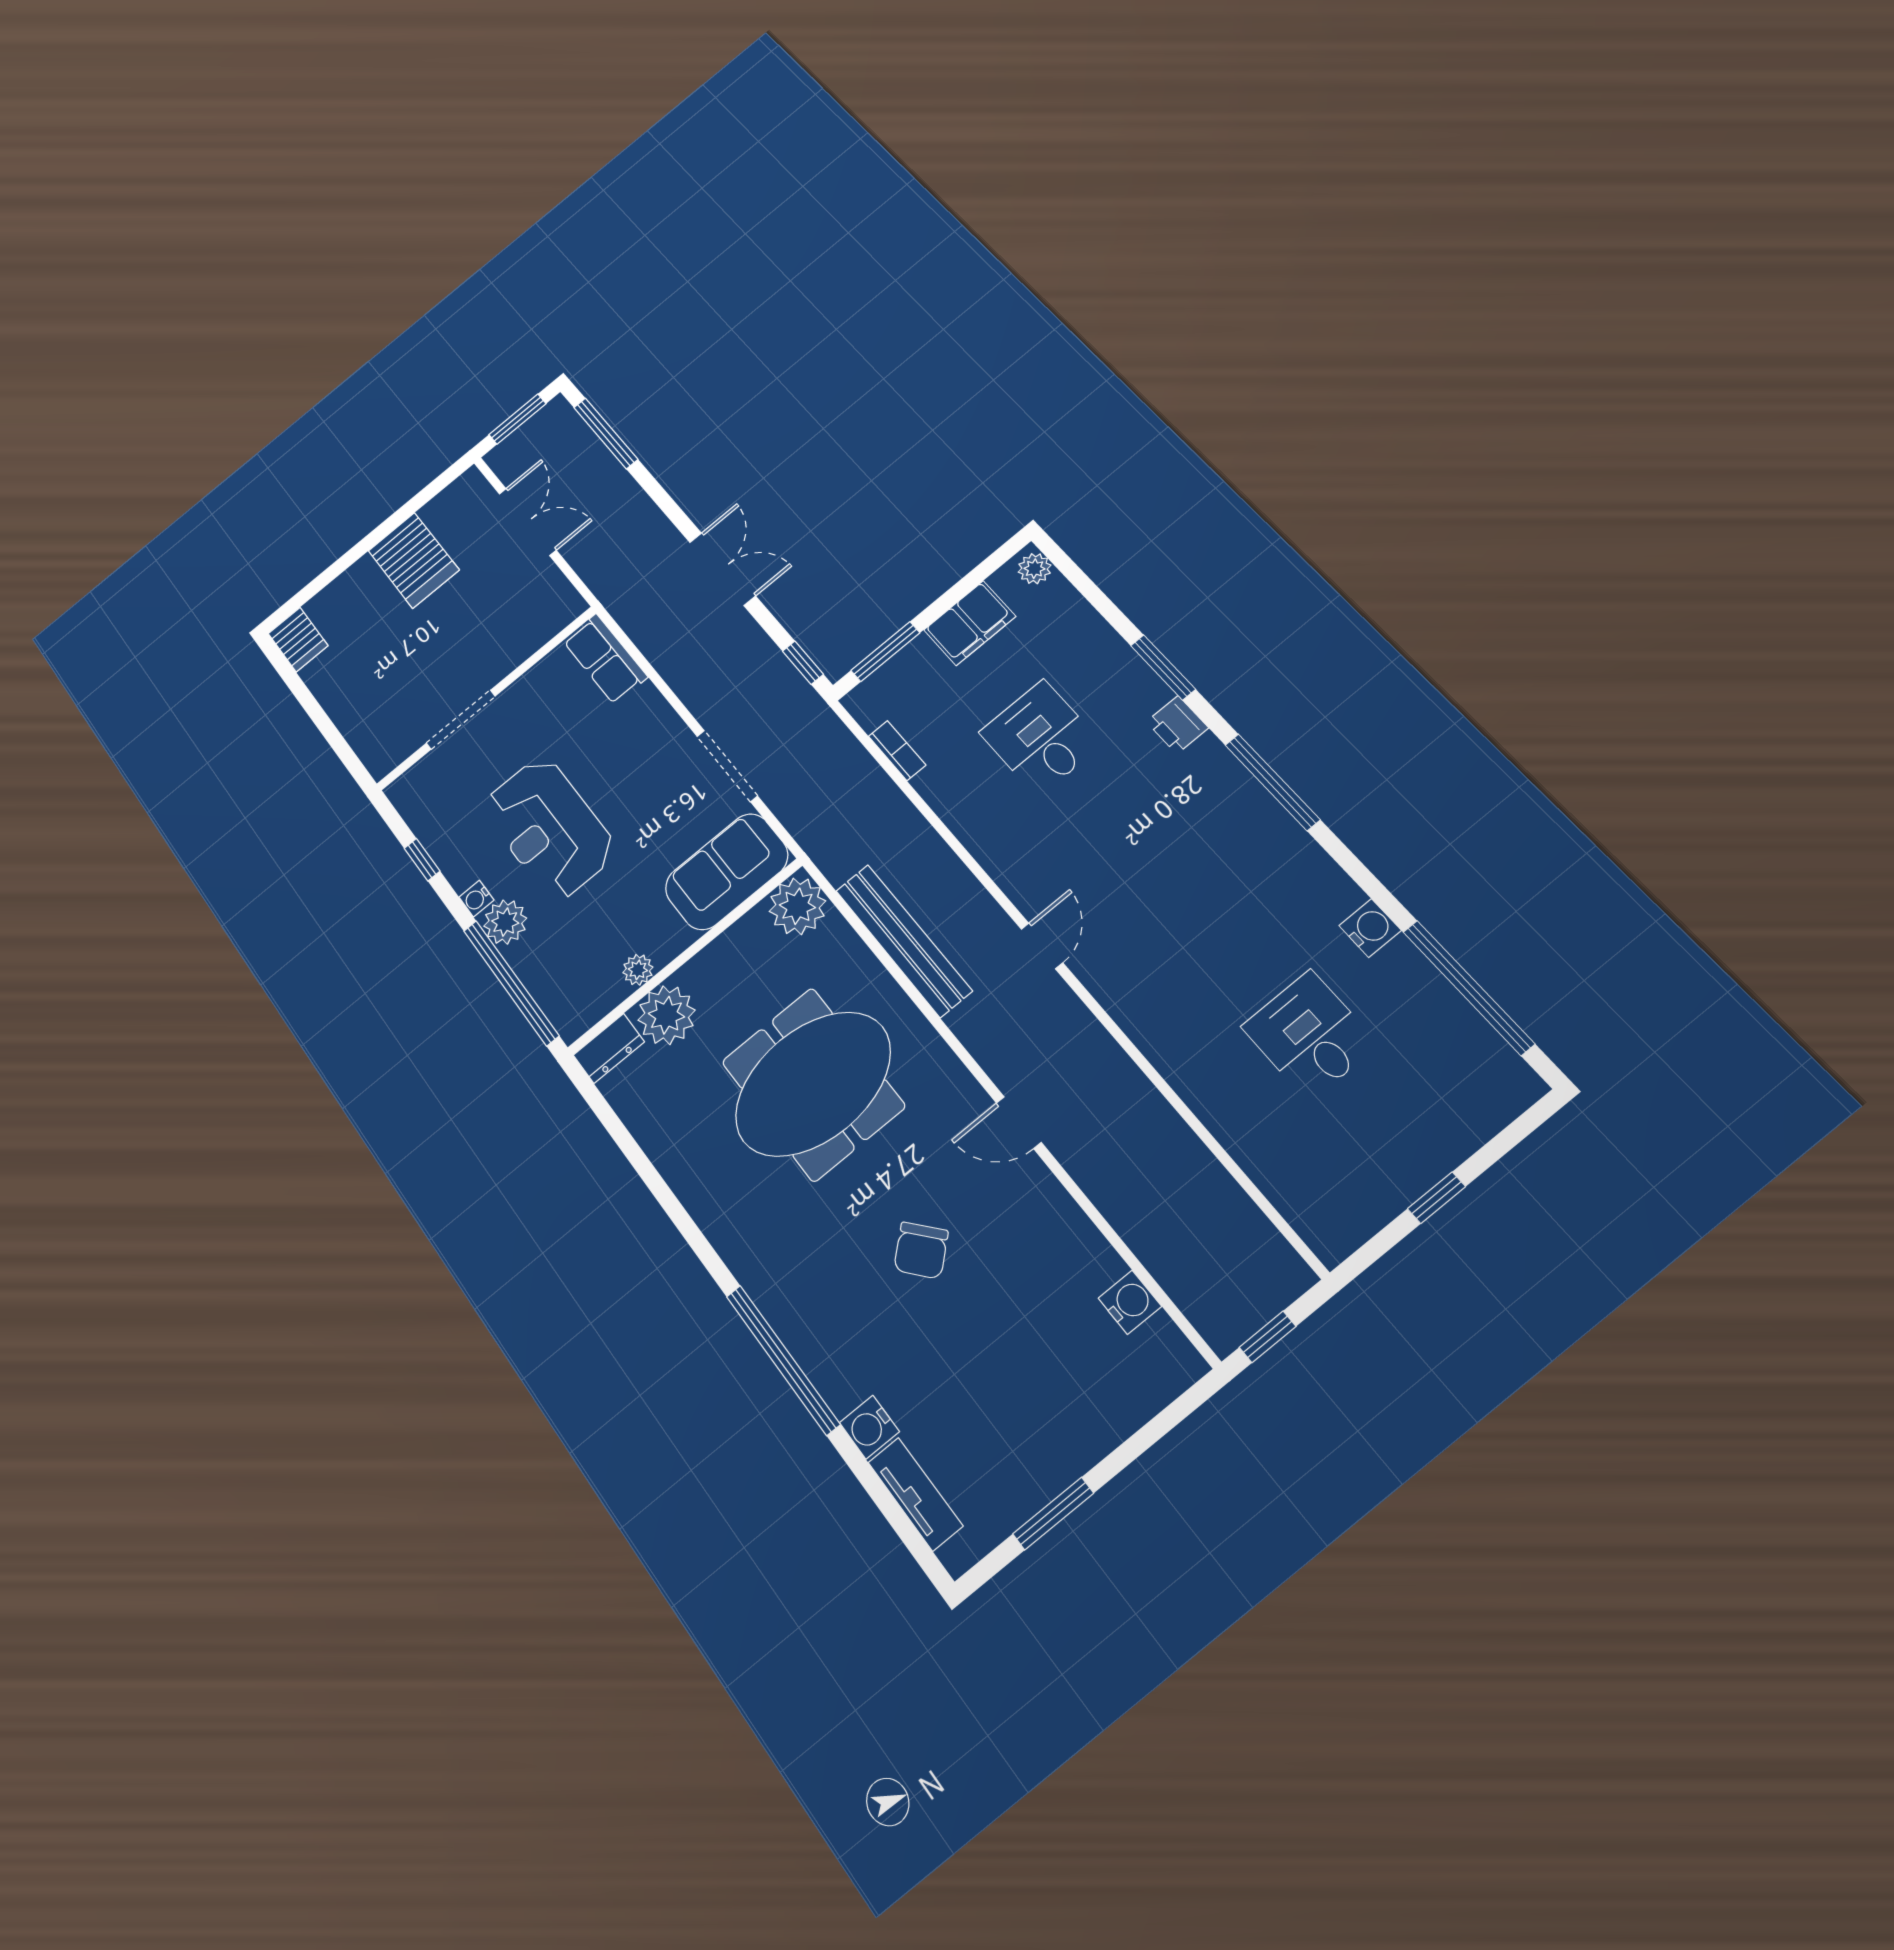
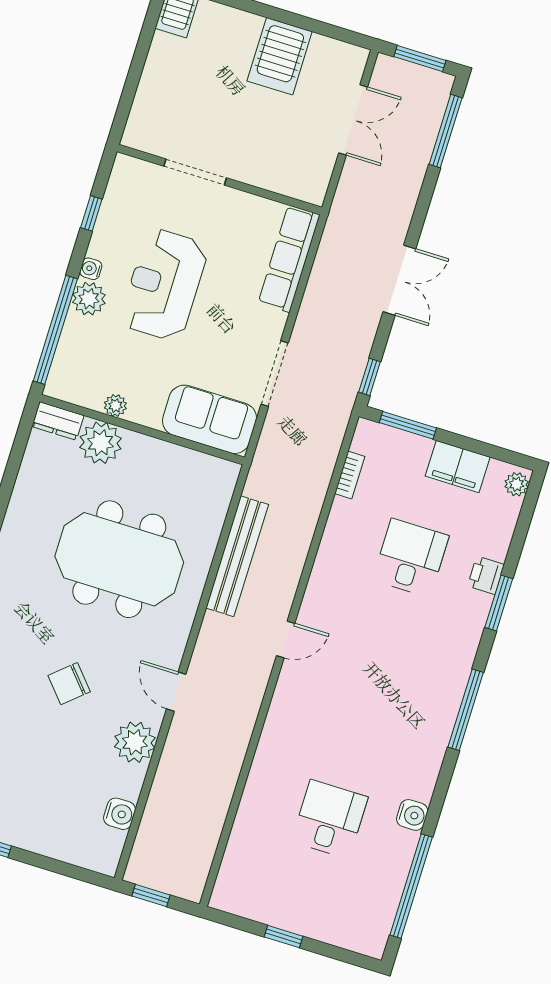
row of seats: (605, 659) -> (289, 259), width x1.48
printer: (1177, 725) -> (486, 575), moved
plant: (797, 906) -> (135, 742), moved

